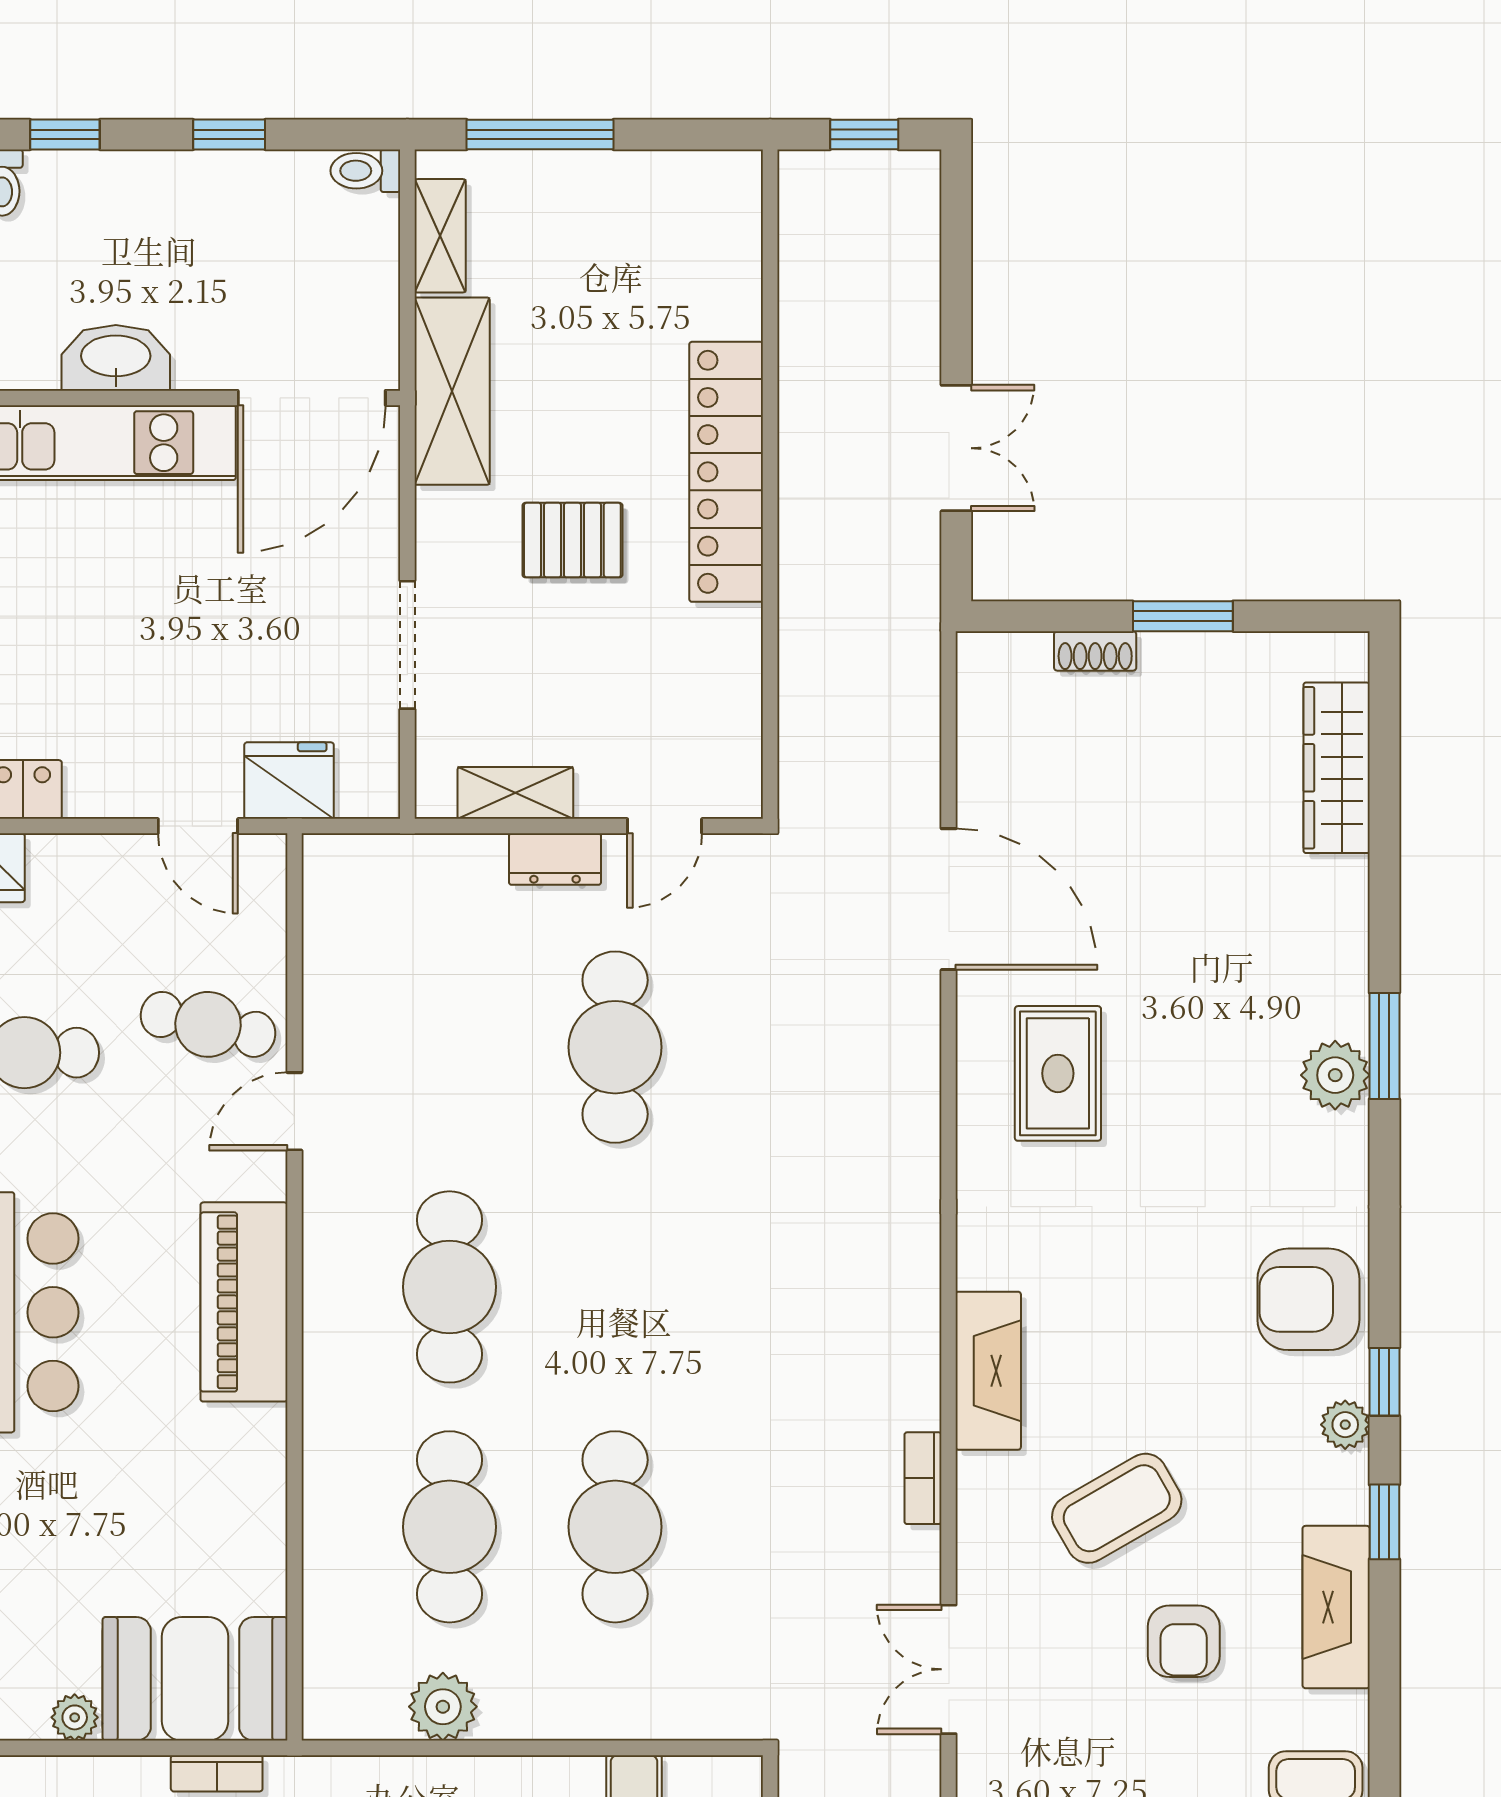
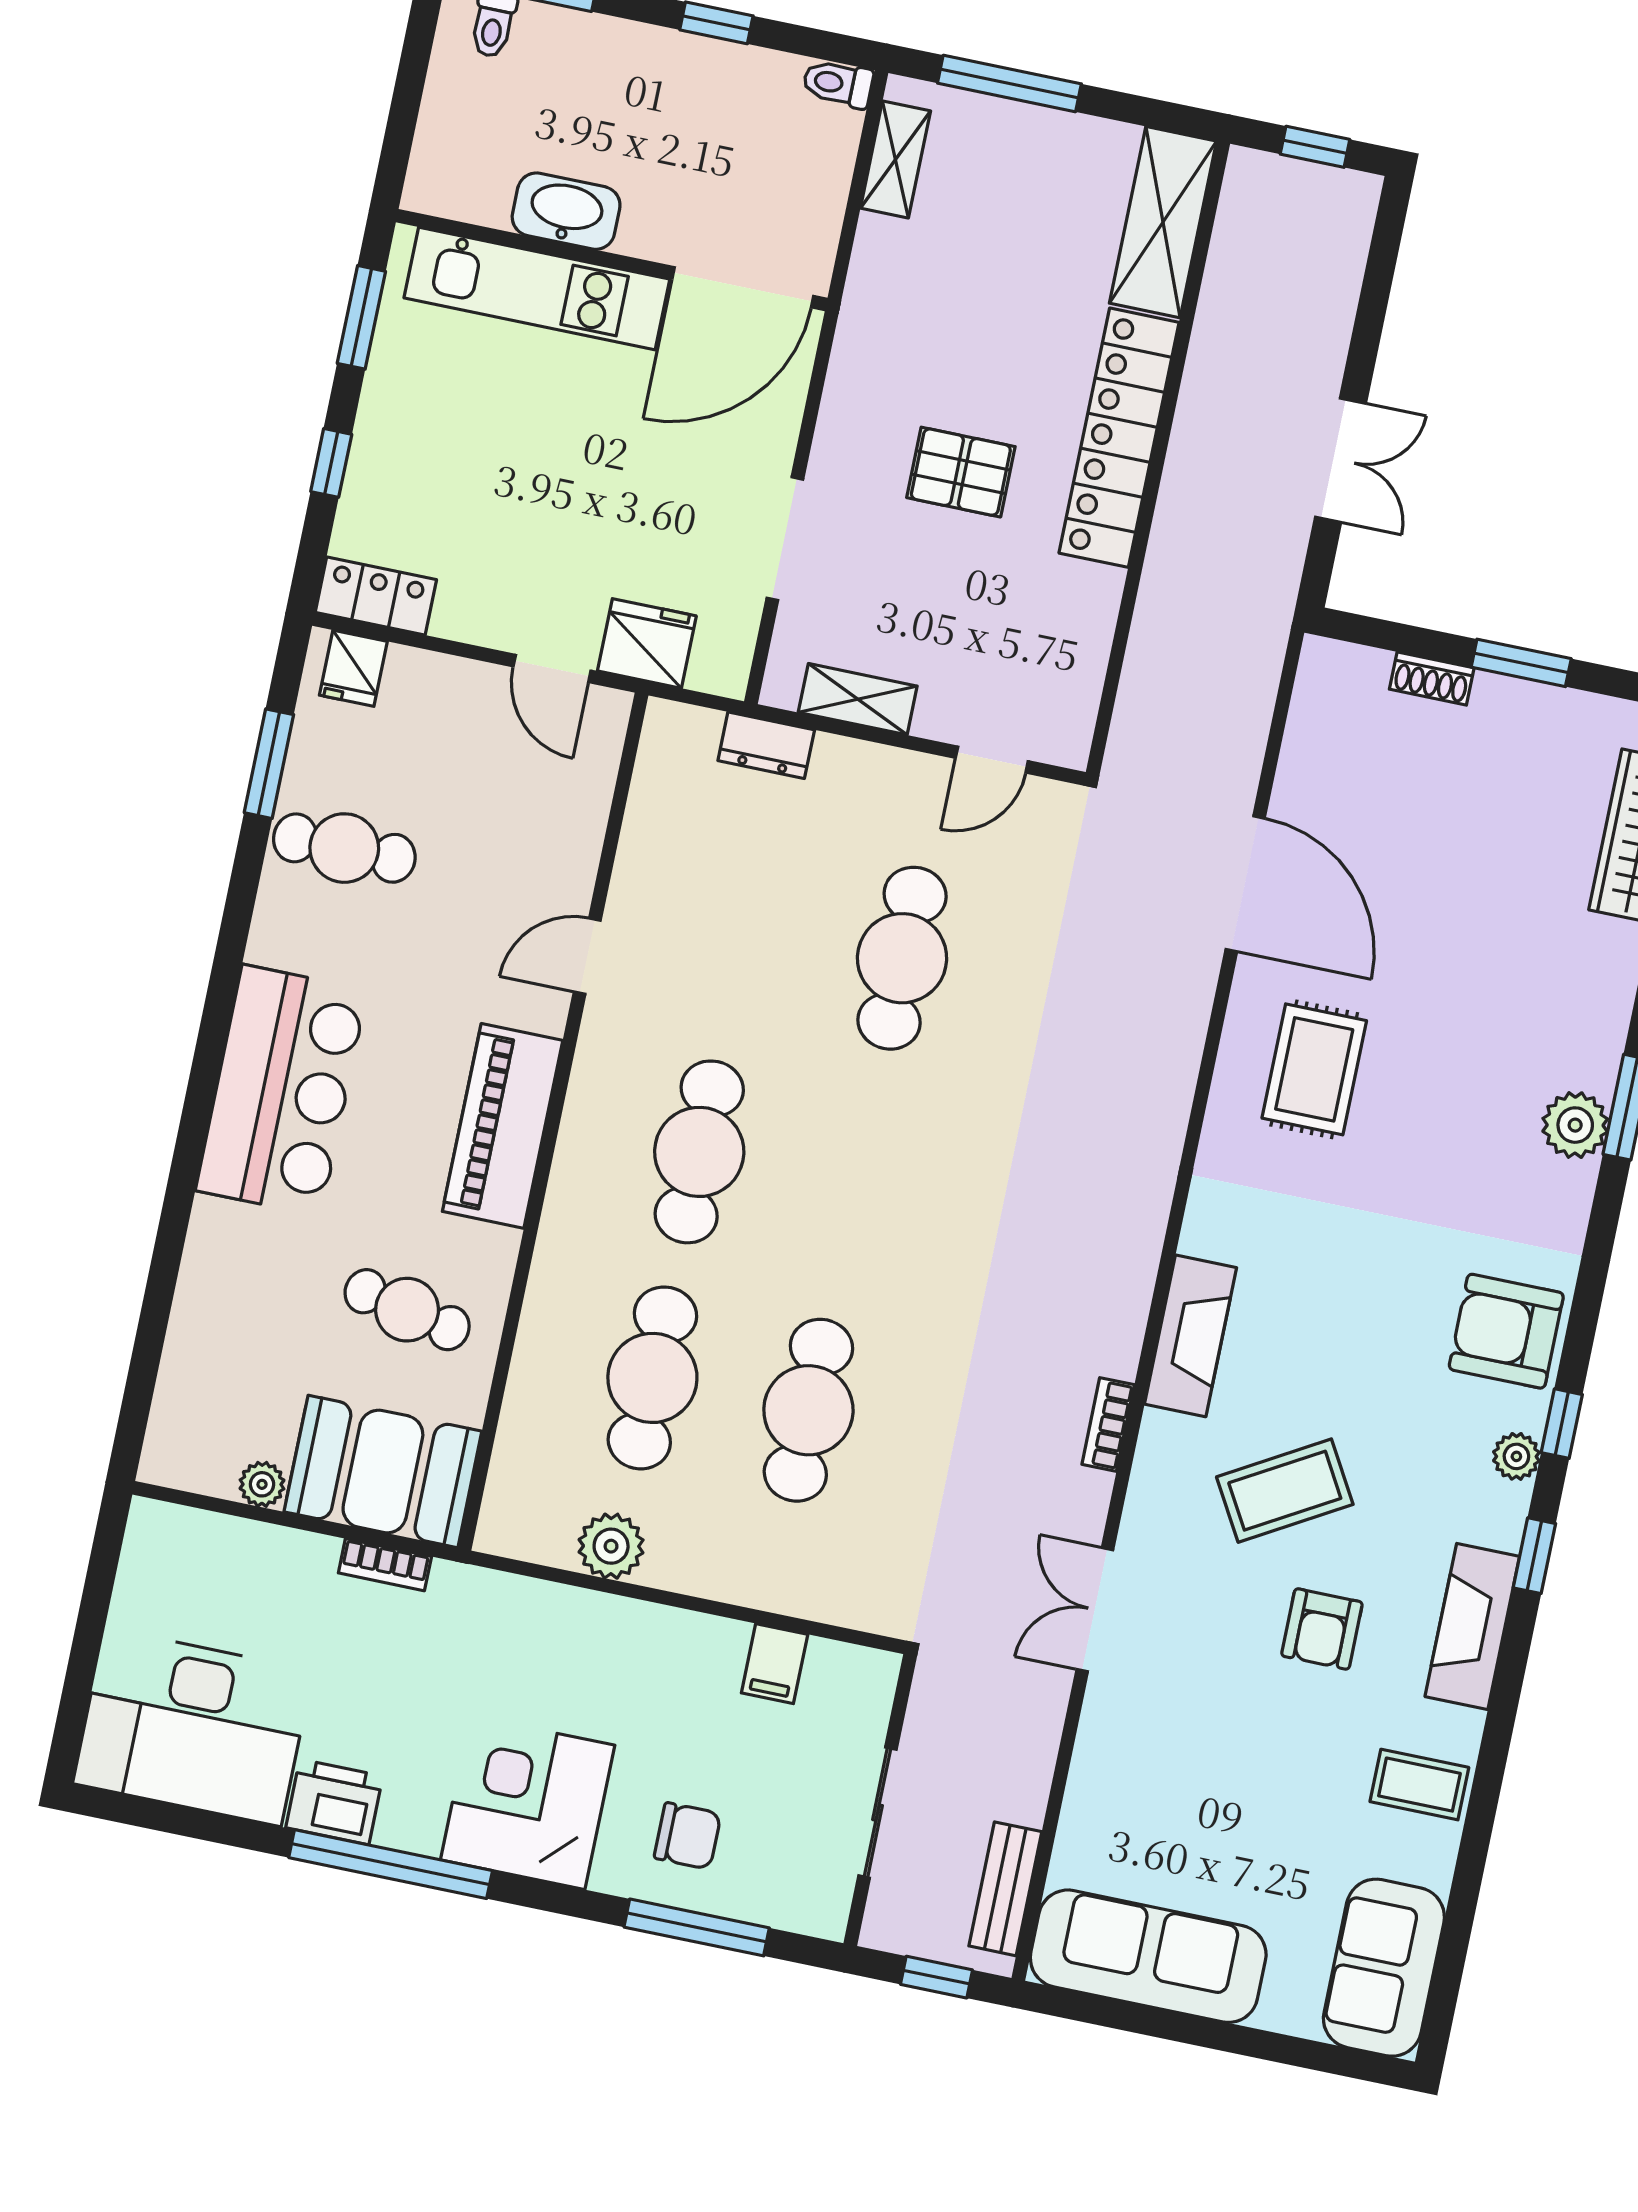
shelving: (452, 391) -> (1163, 222), moved
dresser: (555, 859) -> (766, 745), moved
cafe table: (208, 1024) -> (407, 1310), moved

